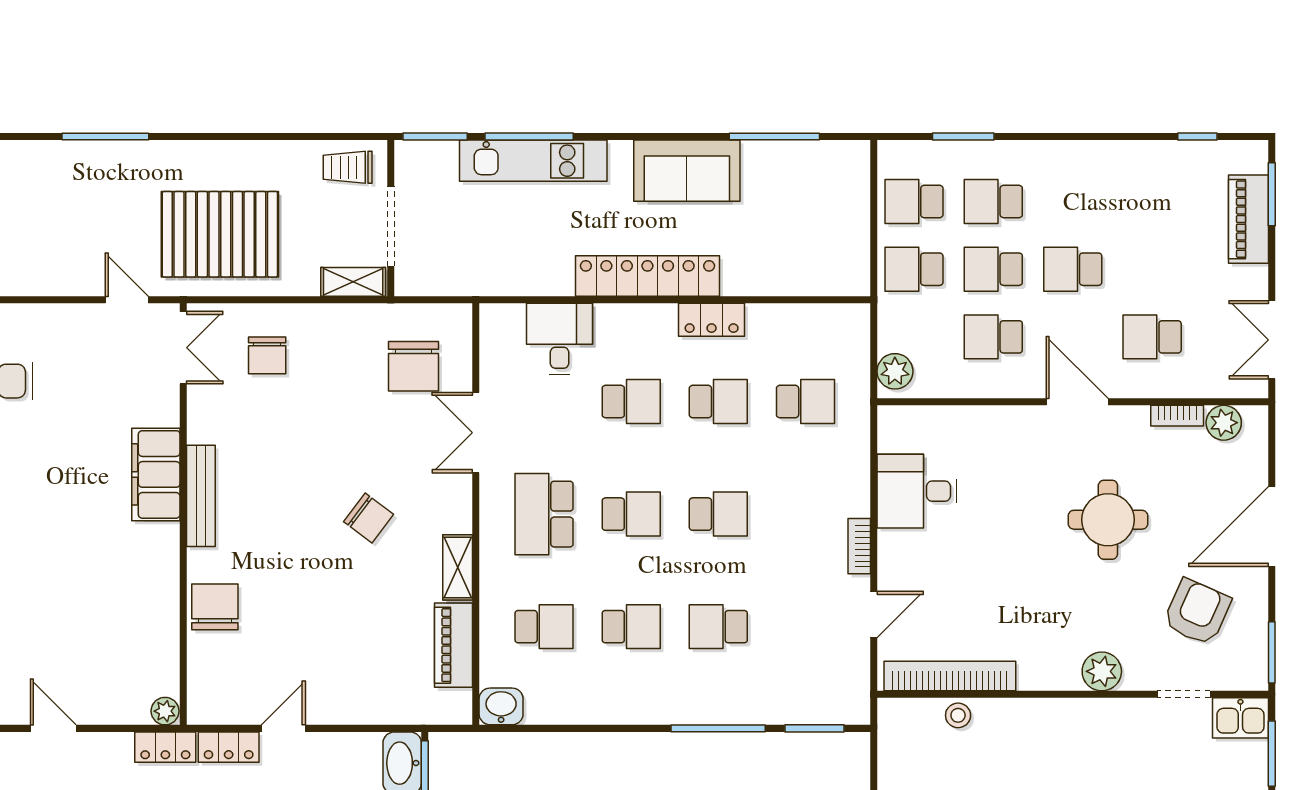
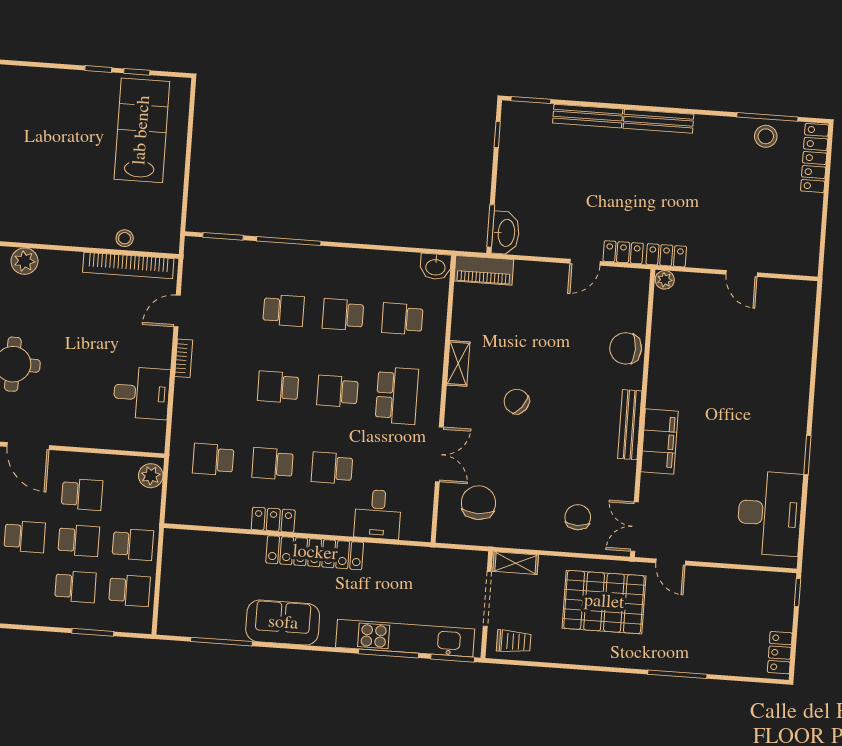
kitchen unit: (533, 161) -> (405, 638), width x1.36
chair: (215, 607) -> (626, 348), turned 90
piano: (453, 645) -> (484, 270), moved, turned 90

